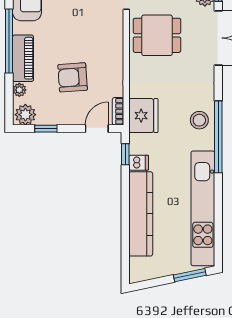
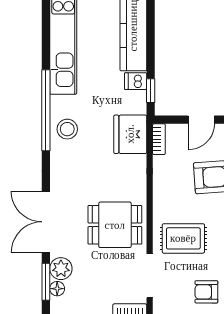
rug: (96, 23) -> (183, 238), added
door: (97, 129) -> (201, 120), moved

